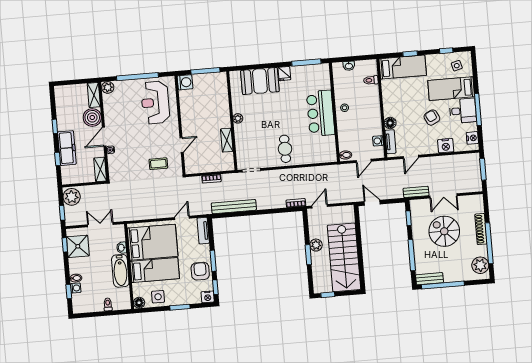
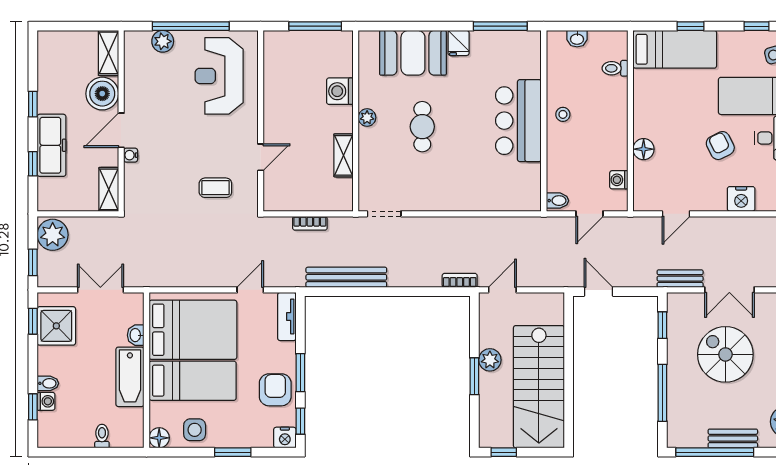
washing machine: (185, 82) -> (340, 91), moved, turned 180
plant: (108, 87) -> (163, 41), moved
tv unit: (390, 142) -> (641, 183), removed
cafe table: (285, 149) -> (422, 127), moved
bench: (430, 279) -> (733, 438), moved

